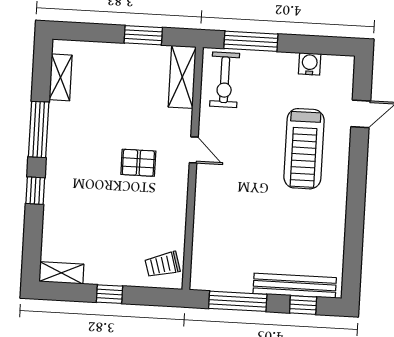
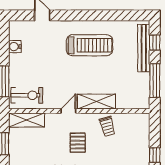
treadmill: (304, 149) -> (90, 45), moved
shelving: (207, 199) -> (96, 102), added
trolley: (162, 265) -> (107, 126), moved

